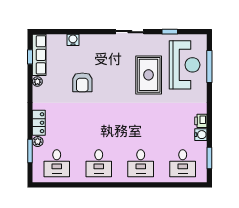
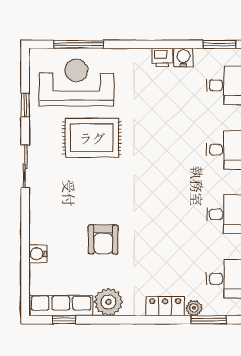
plant: (37, 81) -> (108, 302), width x1.87, depth x1.87
armchair: (82, 82) -> (103, 239), turned 90

